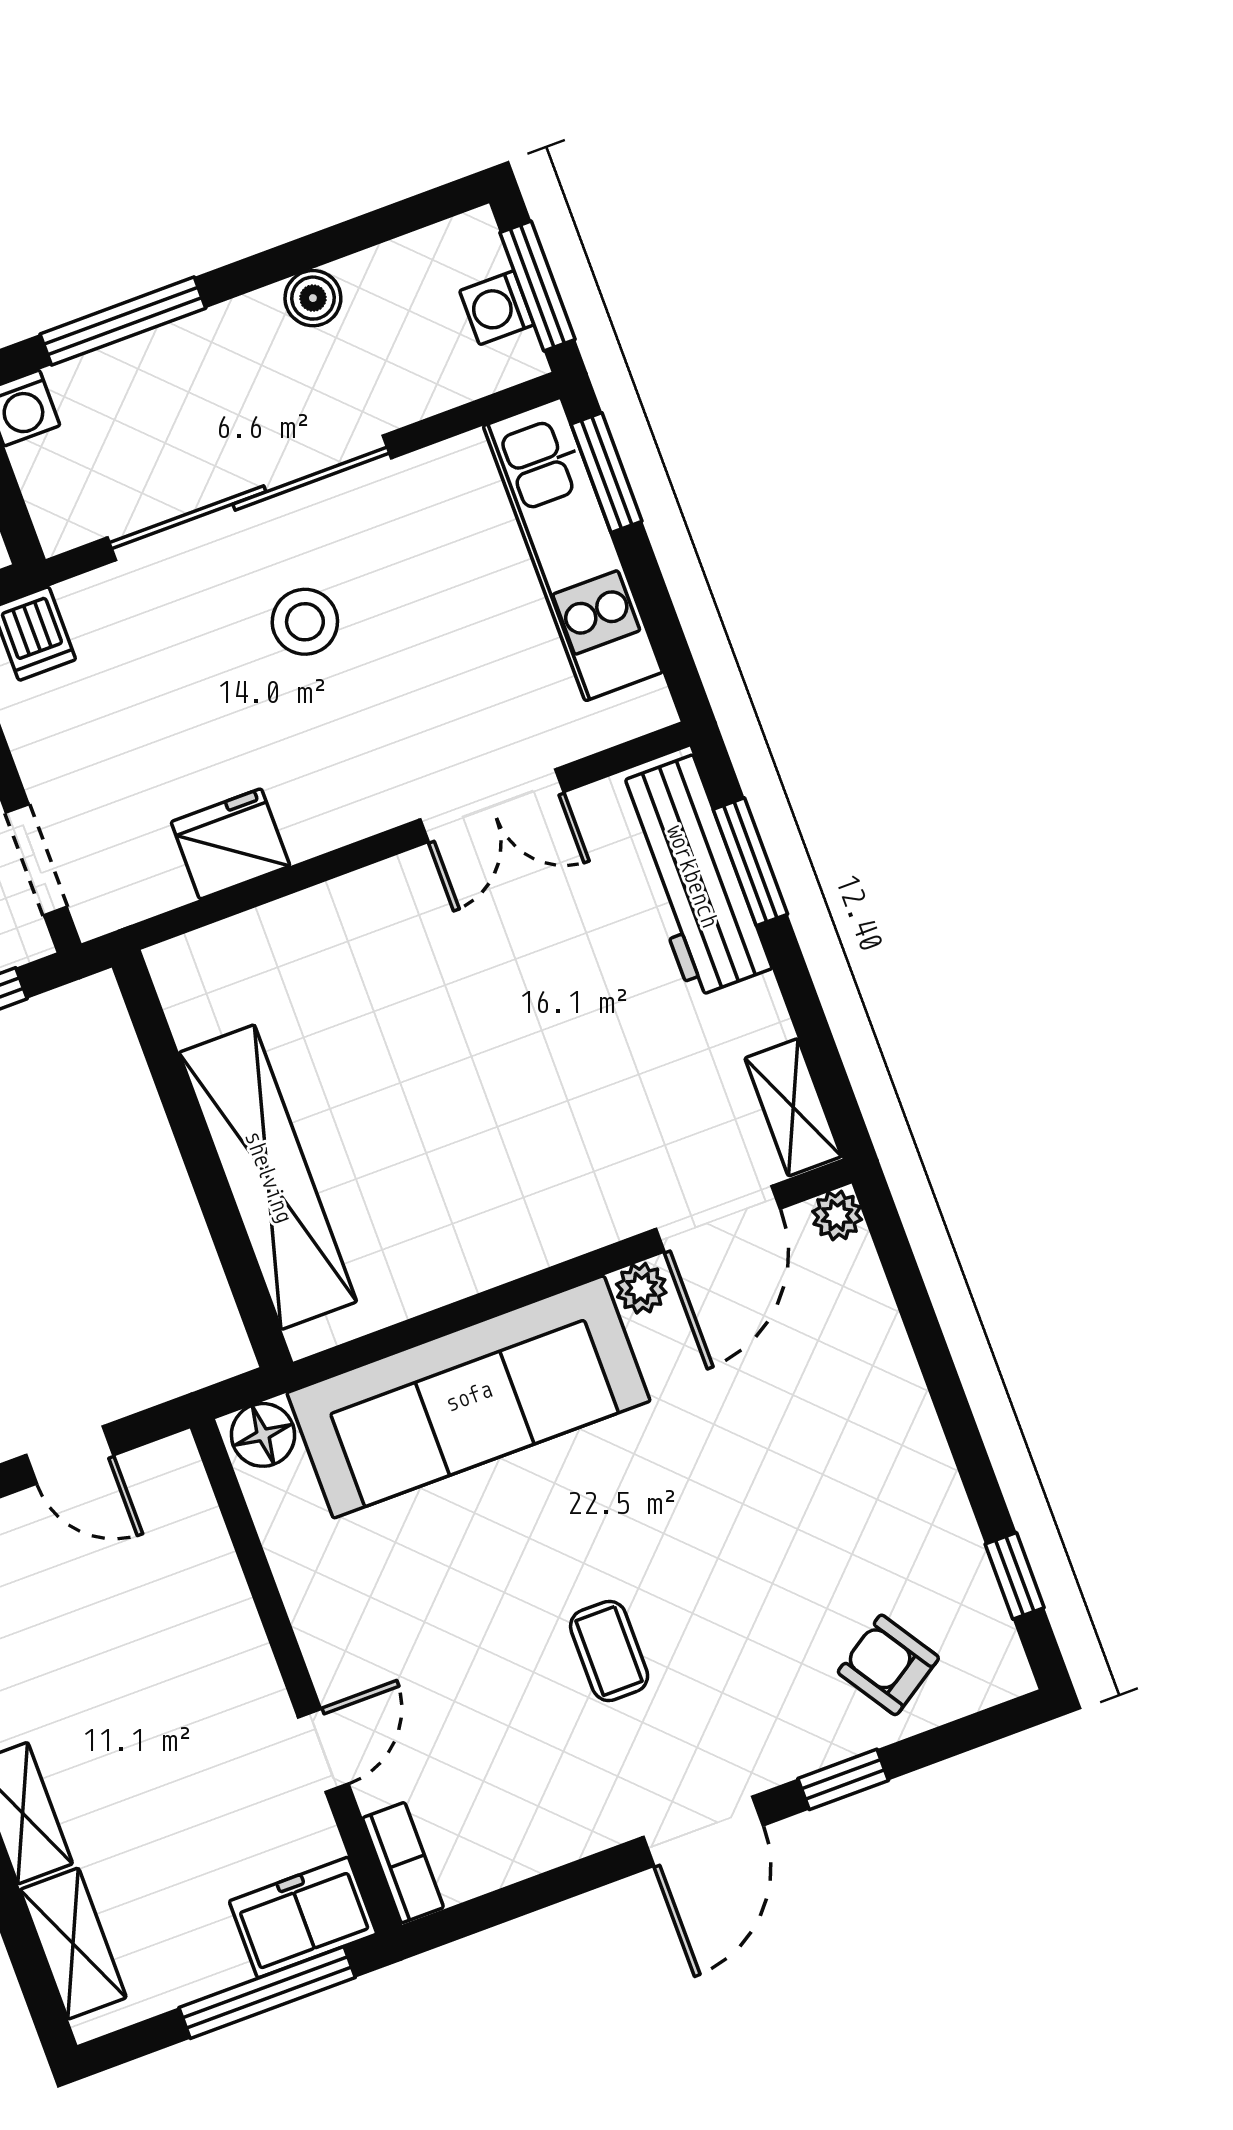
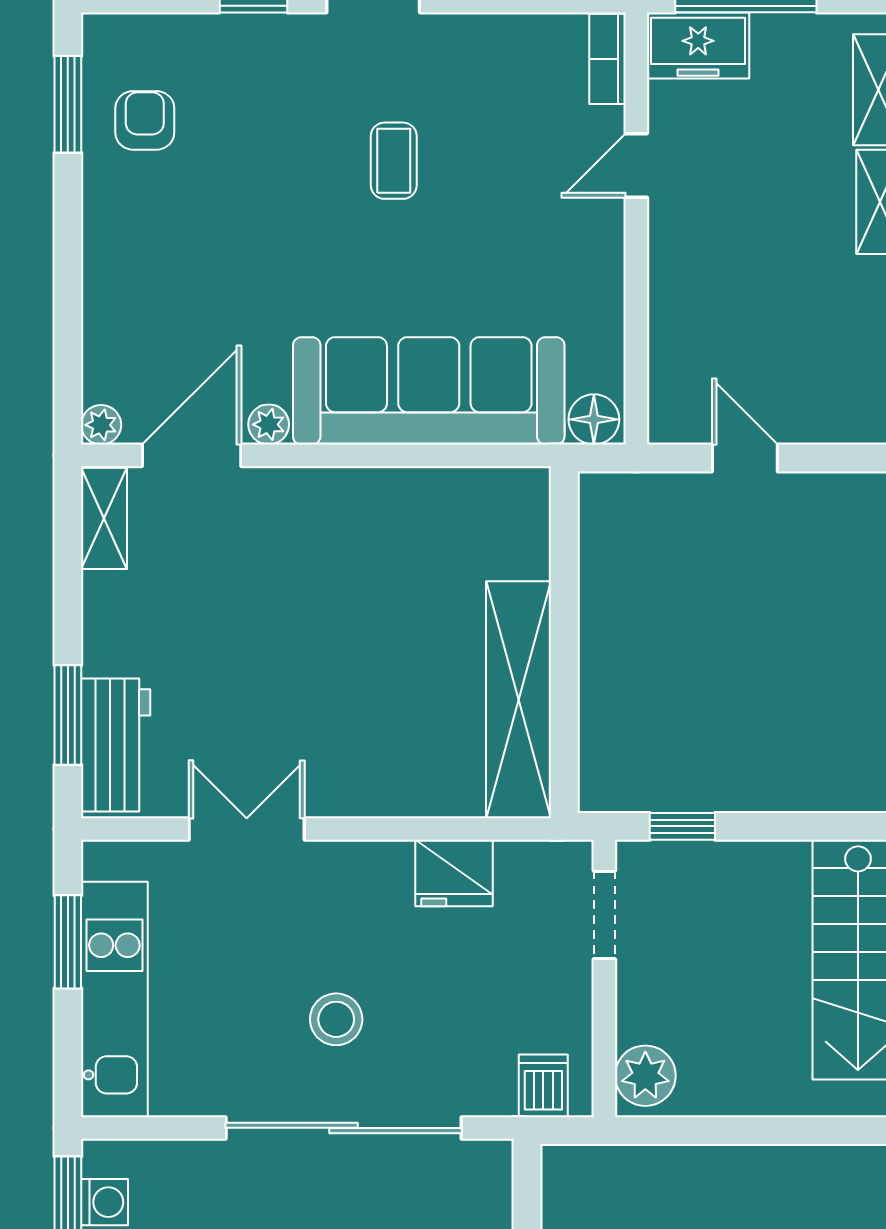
window: (606, 473) -> (68, 942), moved
workbench: (692, 876) -> (116, 745), width x0.73
shelving: (268, 1177) -> (519, 700), moved
window: (1015, 1576) -> (68, 104), width x1.50
armchair: (888, 1665) -> (145, 120), moved, turned -147

